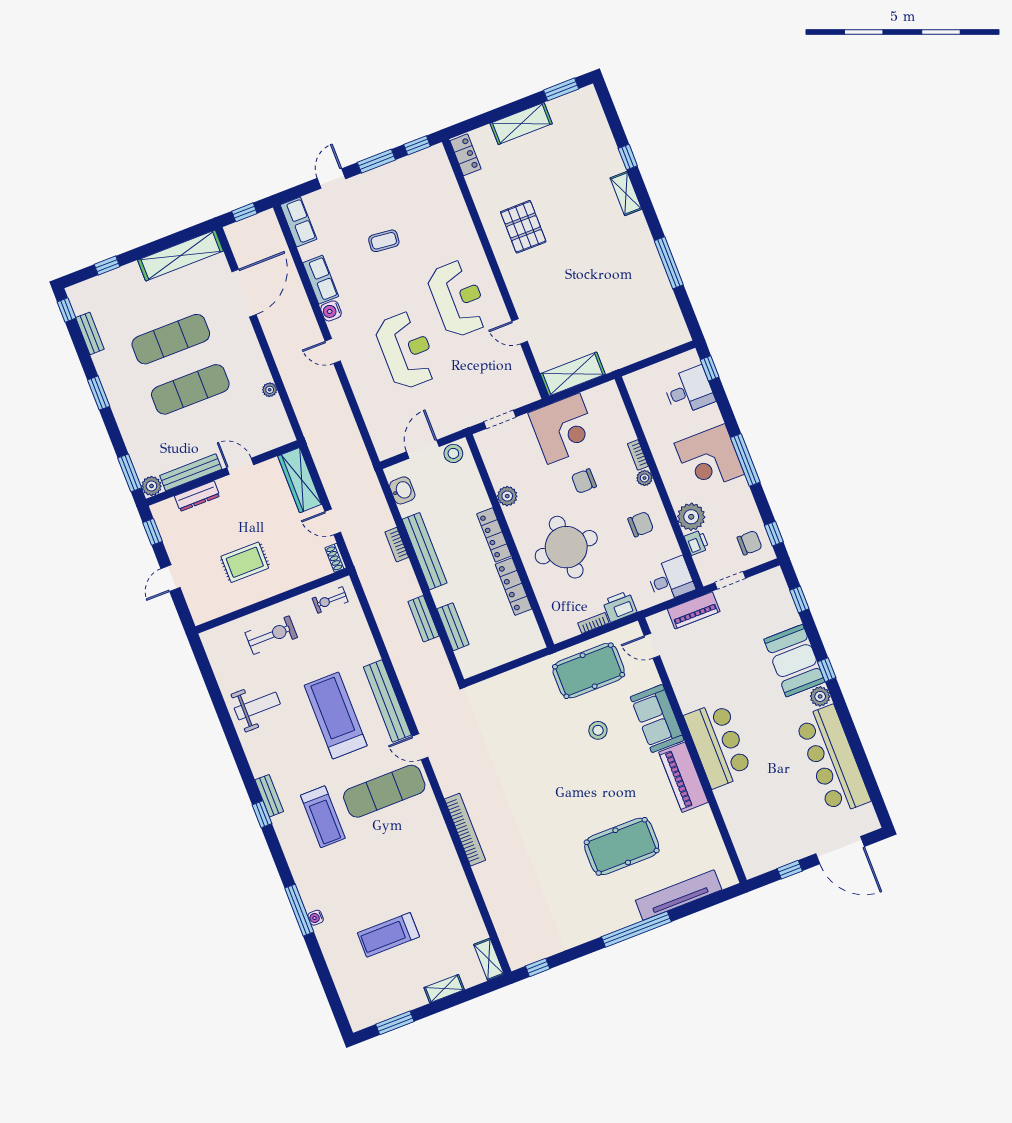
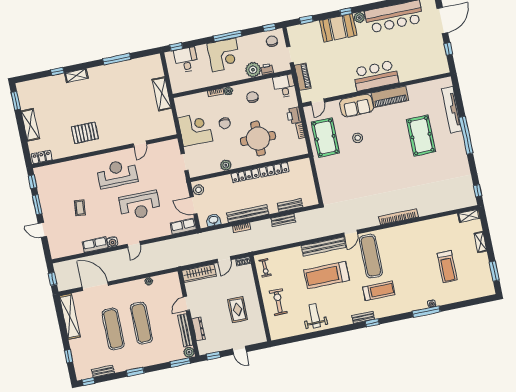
row of seats: (298, 222) -> (183, 226), moved
reception desk: (406, 350) -> (140, 205), turned 180
shelving: (573, 374) -> (162, 94), moved

